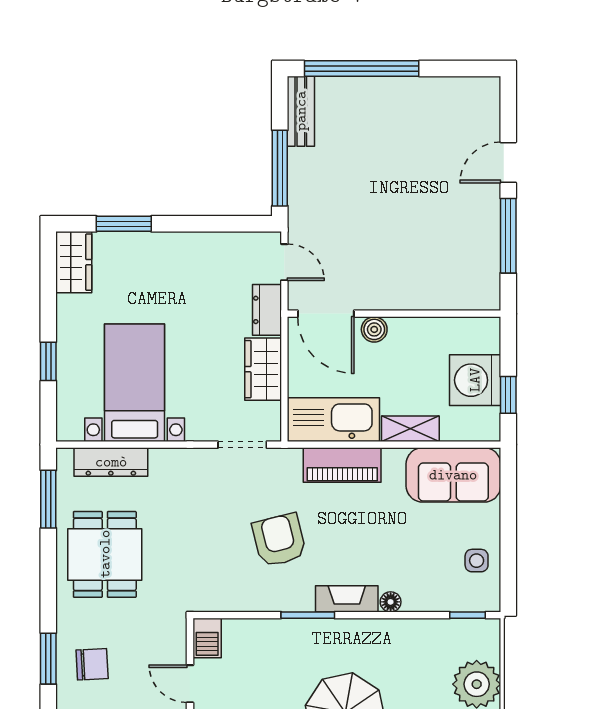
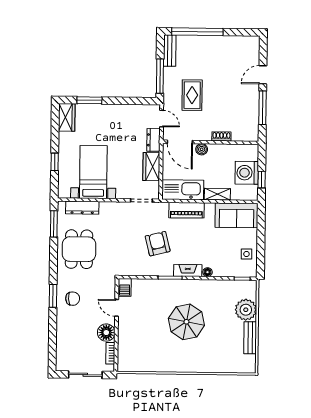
rug: (352, 210) -> (192, 95), added
shoe rack: (418, 300) -> (221, 136), added

